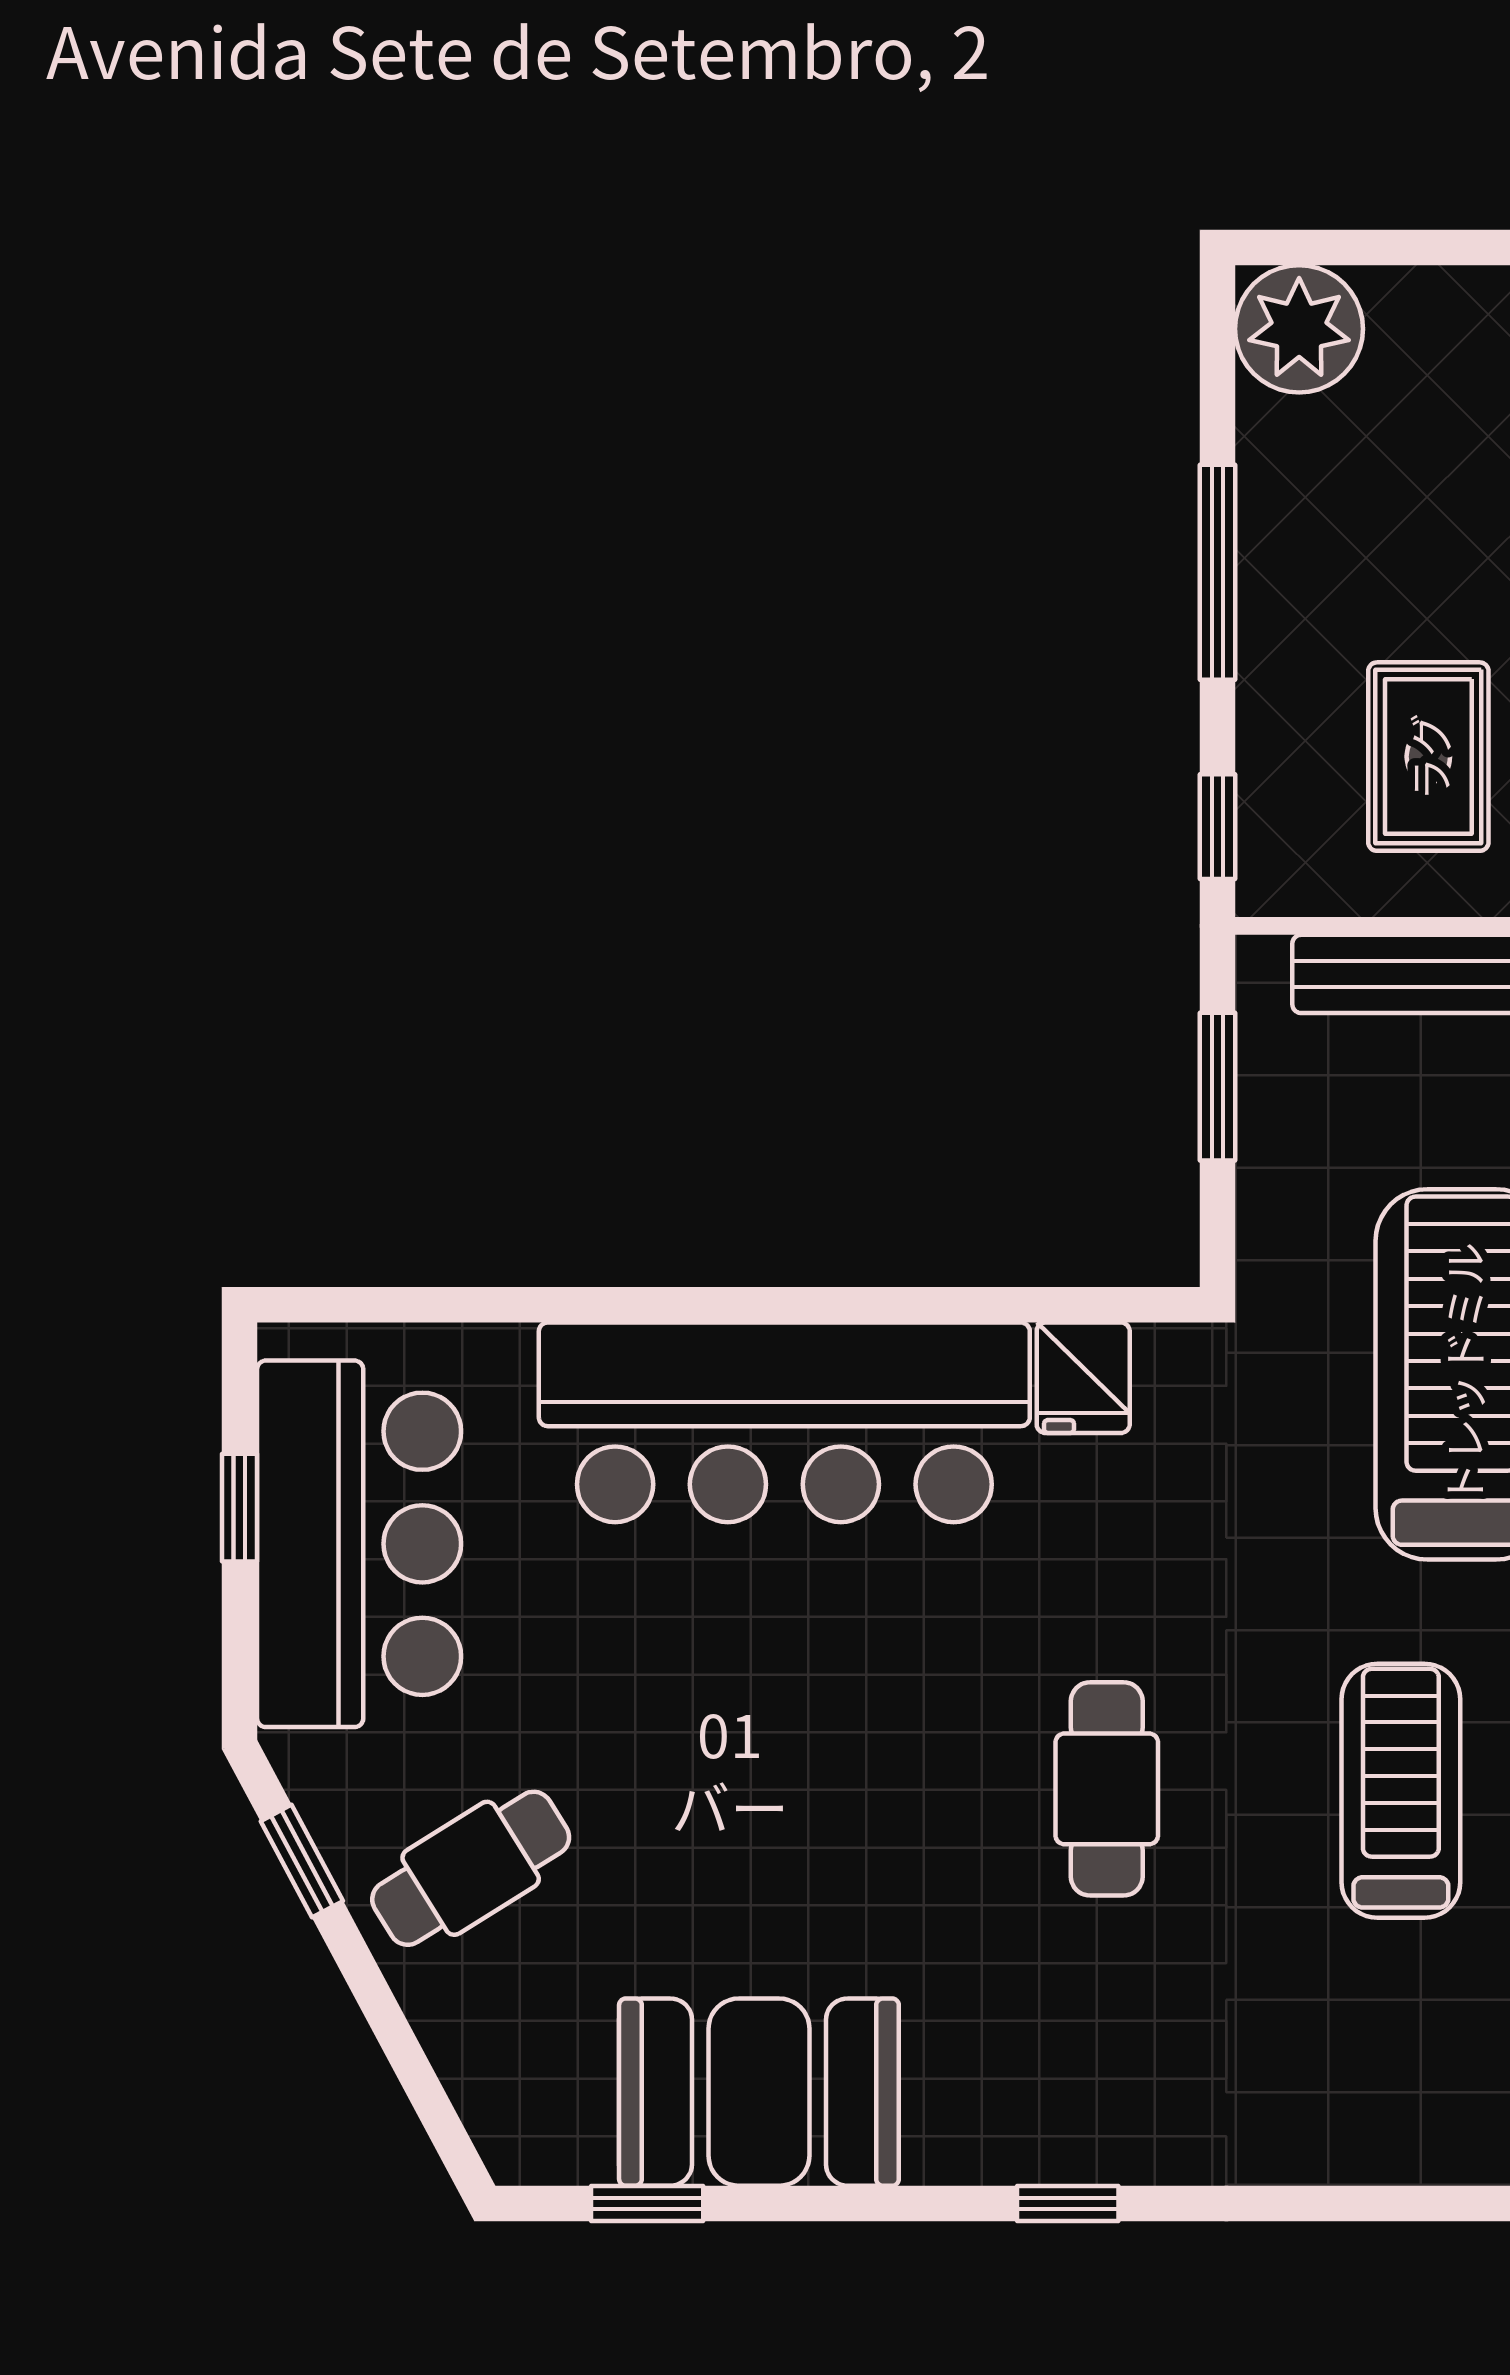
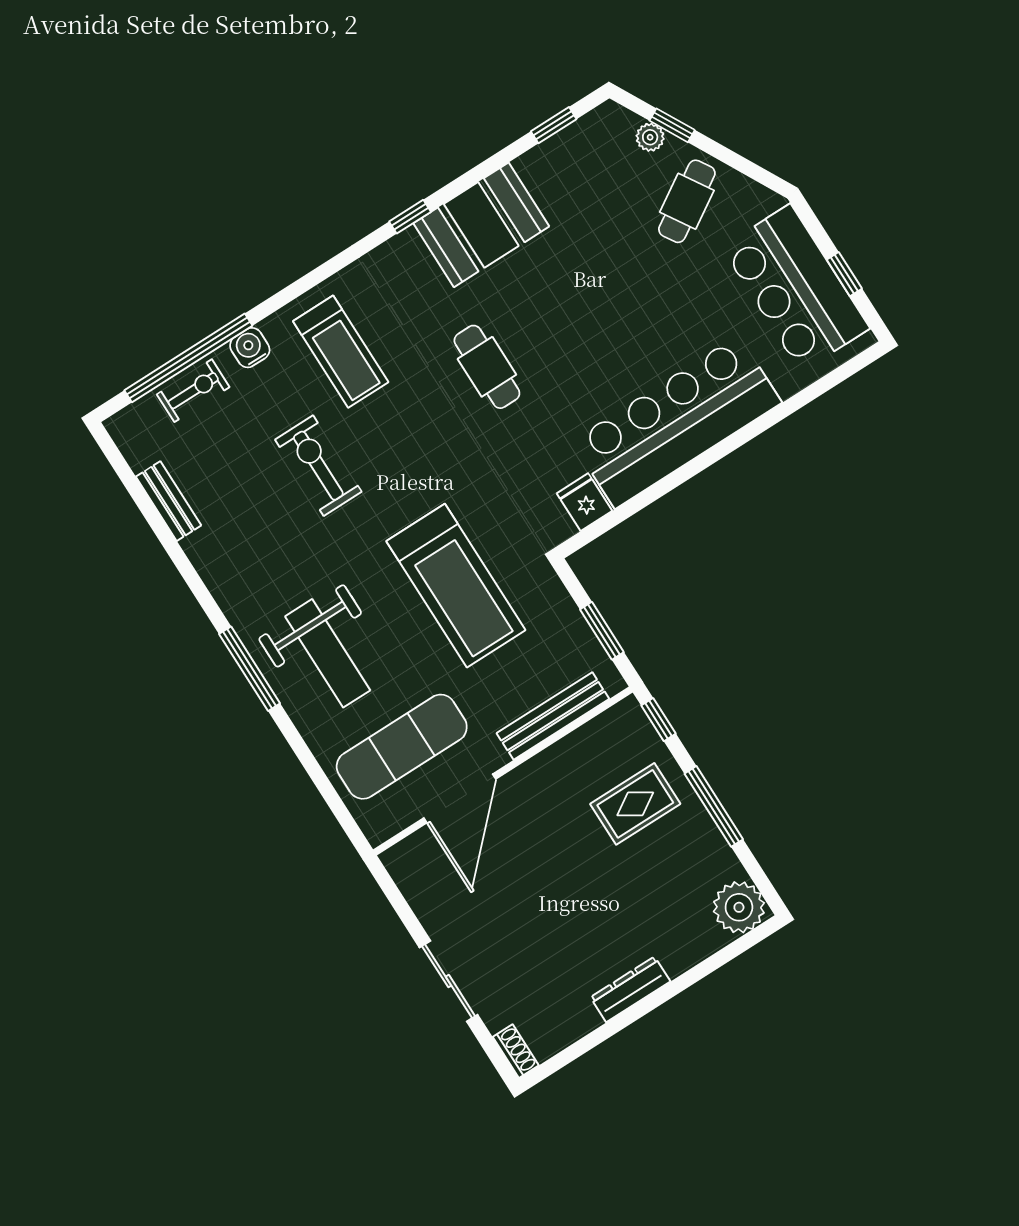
rug: (1428, 757) -> (635, 804), moved, turned 90
treadmill: (1401, 1791) -> (341, 352), moved
window: (302, 1861) -> (672, 125), moved
plant: (462, 2051) -> (650, 137), added
booth: (759, 2092) -> (481, 225), moved

